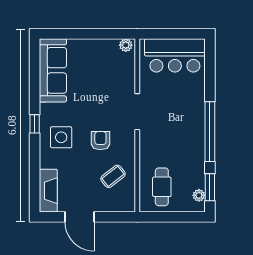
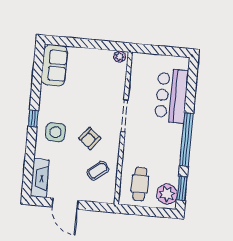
bar counter: (175, 55) -> (171, 96), moved, turned 90
sofa: (53, 70) -> (54, 65), width x0.73
armchair: (100, 141) -> (90, 138), turned -141
plant: (199, 195) -> (167, 194), width x1.88, depth x1.88

